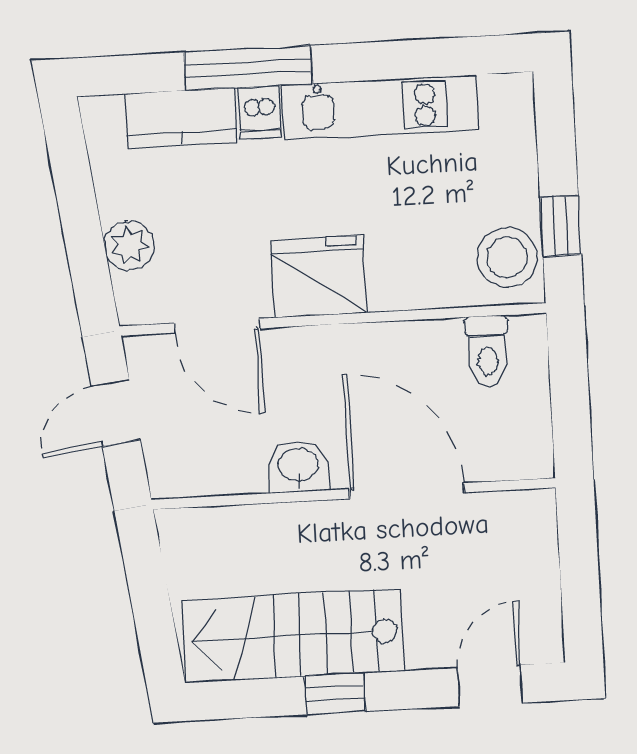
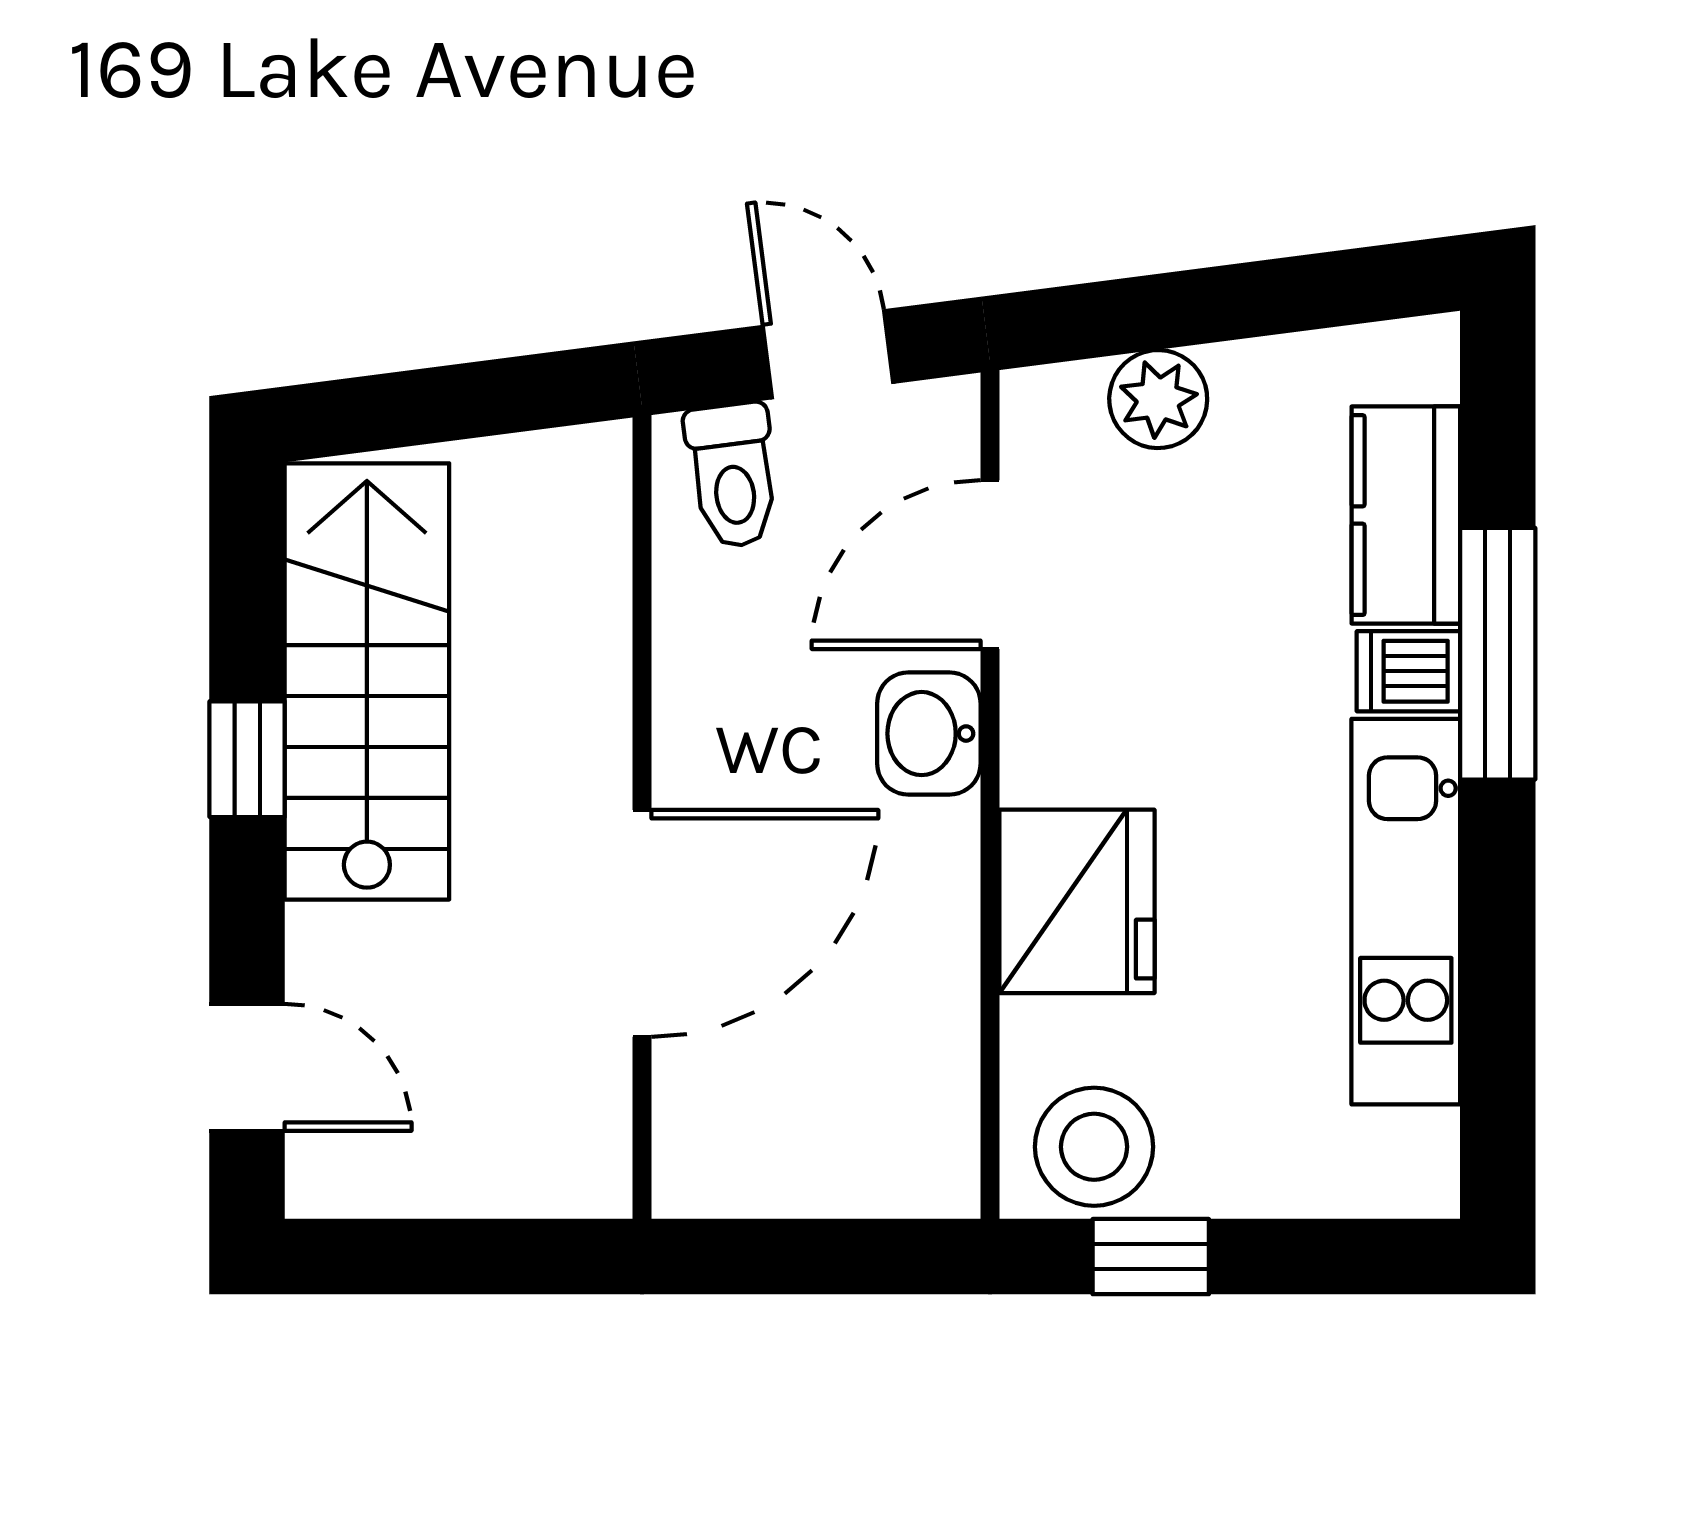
fridge: (319, 276) -> (1077, 901), moved
toilet: (487, 351) -> (733, 475), moved, turned -97
washbasin: (298, 466) -> (929, 734), moved, turned 180

